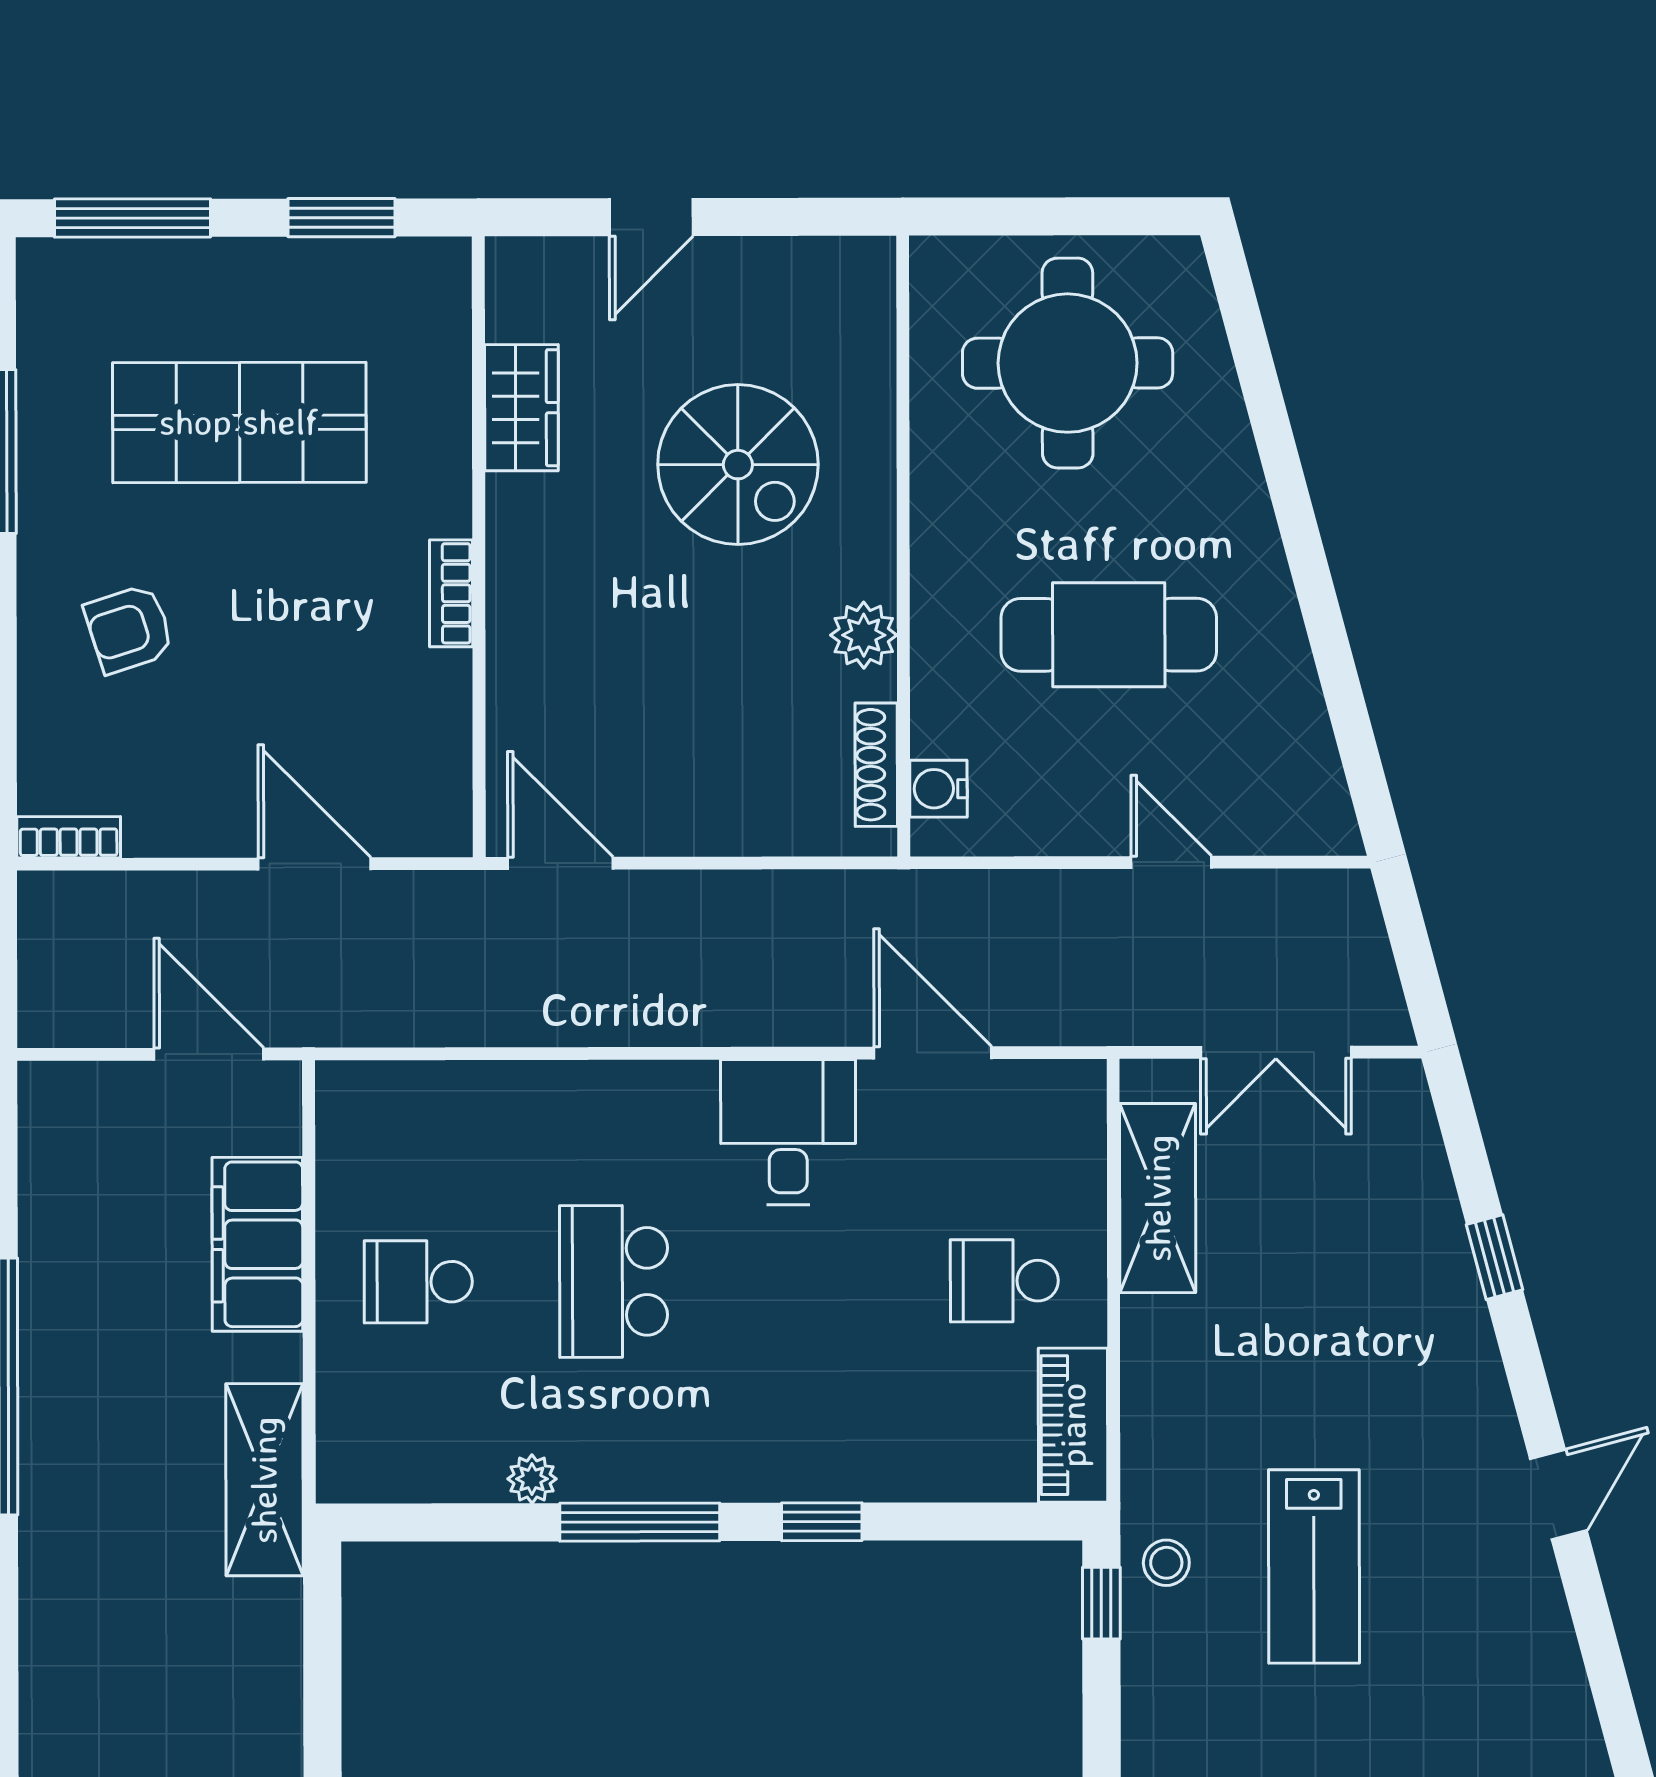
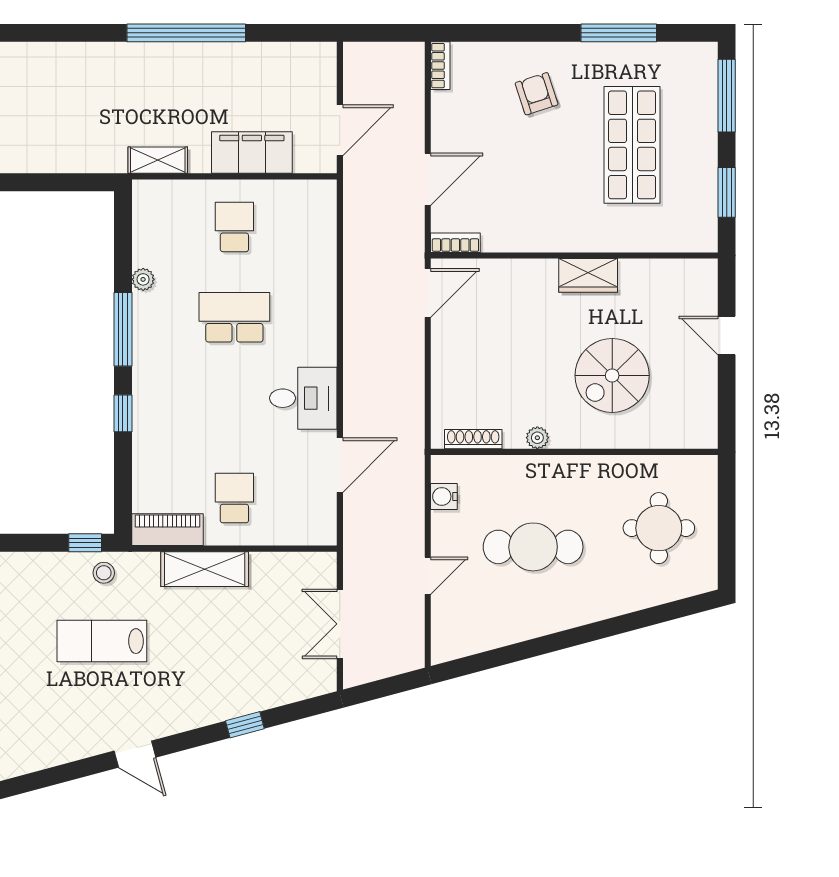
round table: (1068, 363) -> (659, 528), width x0.73, depth x0.73
wardrobe: (521, 408) -> (588, 275), moved
bookcase: (451, 593) -> (455, 243), moved
plant: (864, 635) -> (537, 438), width x0.73, depth x0.73
cafe table: (1109, 635) -> (533, 547), turned 90
water cooler: (938, 789) -> (444, 496), moved, turned -90
shelving: (1158, 1198) -> (205, 569), moved
shelving: (264, 1480) -> (158, 160), width x0.67, depth x0.75

